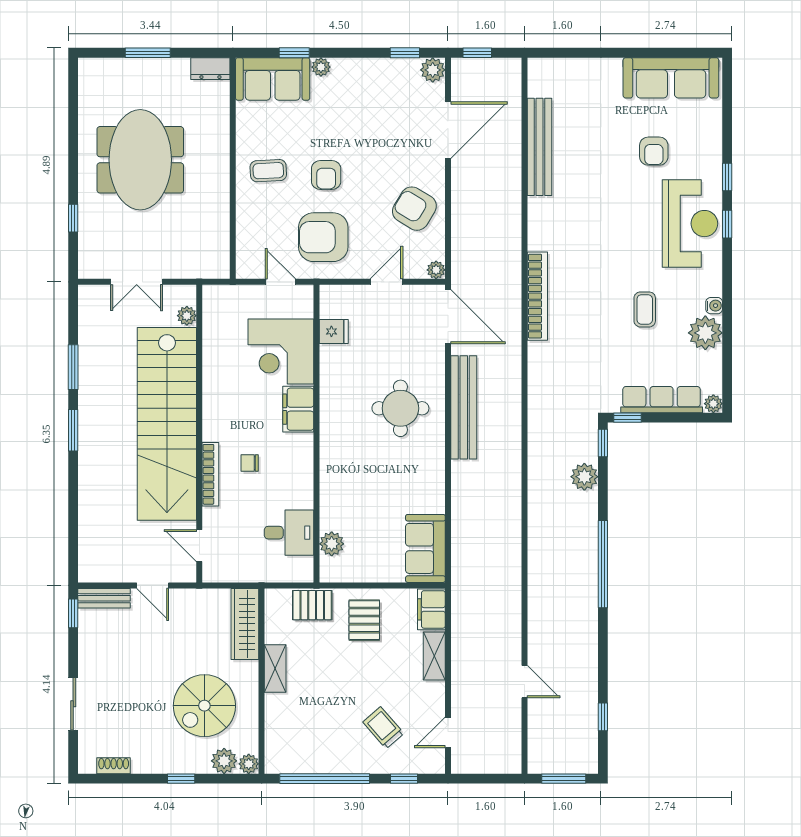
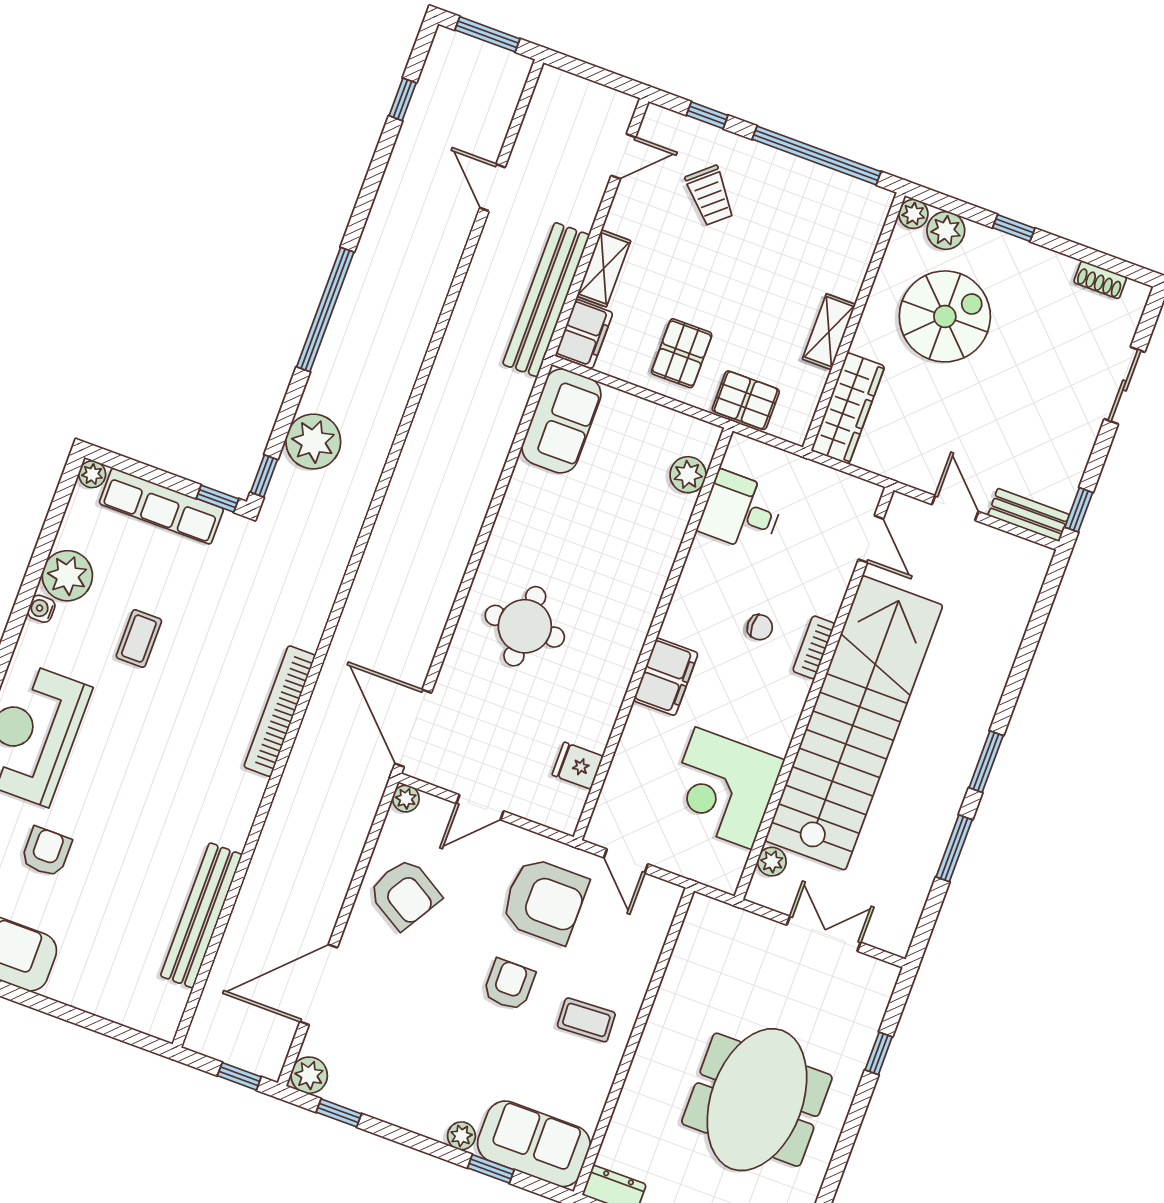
corner desk: (281, 352) -> (724, 788), moved, turned 180
bench: (464, 407) -> (546, 300), moved
bookcase: (210, 474) -> (814, 647), width x0.64
plant: (584, 477) -> (313, 441), width x1.36, depth x1.36

